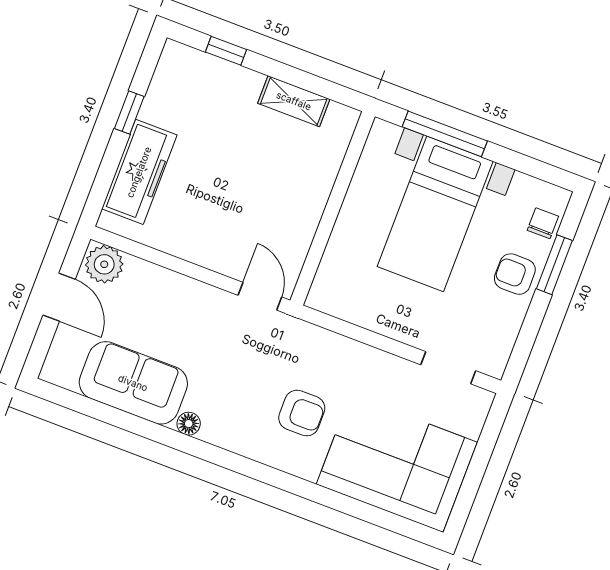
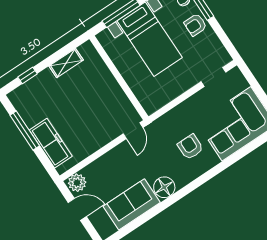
window: (129, 113) -> (25, 131), width x2.17
door: (260, 296) -> (133, 131), swing flipped
armchair: (302, 413) -> (190, 147), turned -90
floor lamp: (189, 424) -> (164, 187), width x1.89, depth x1.89

